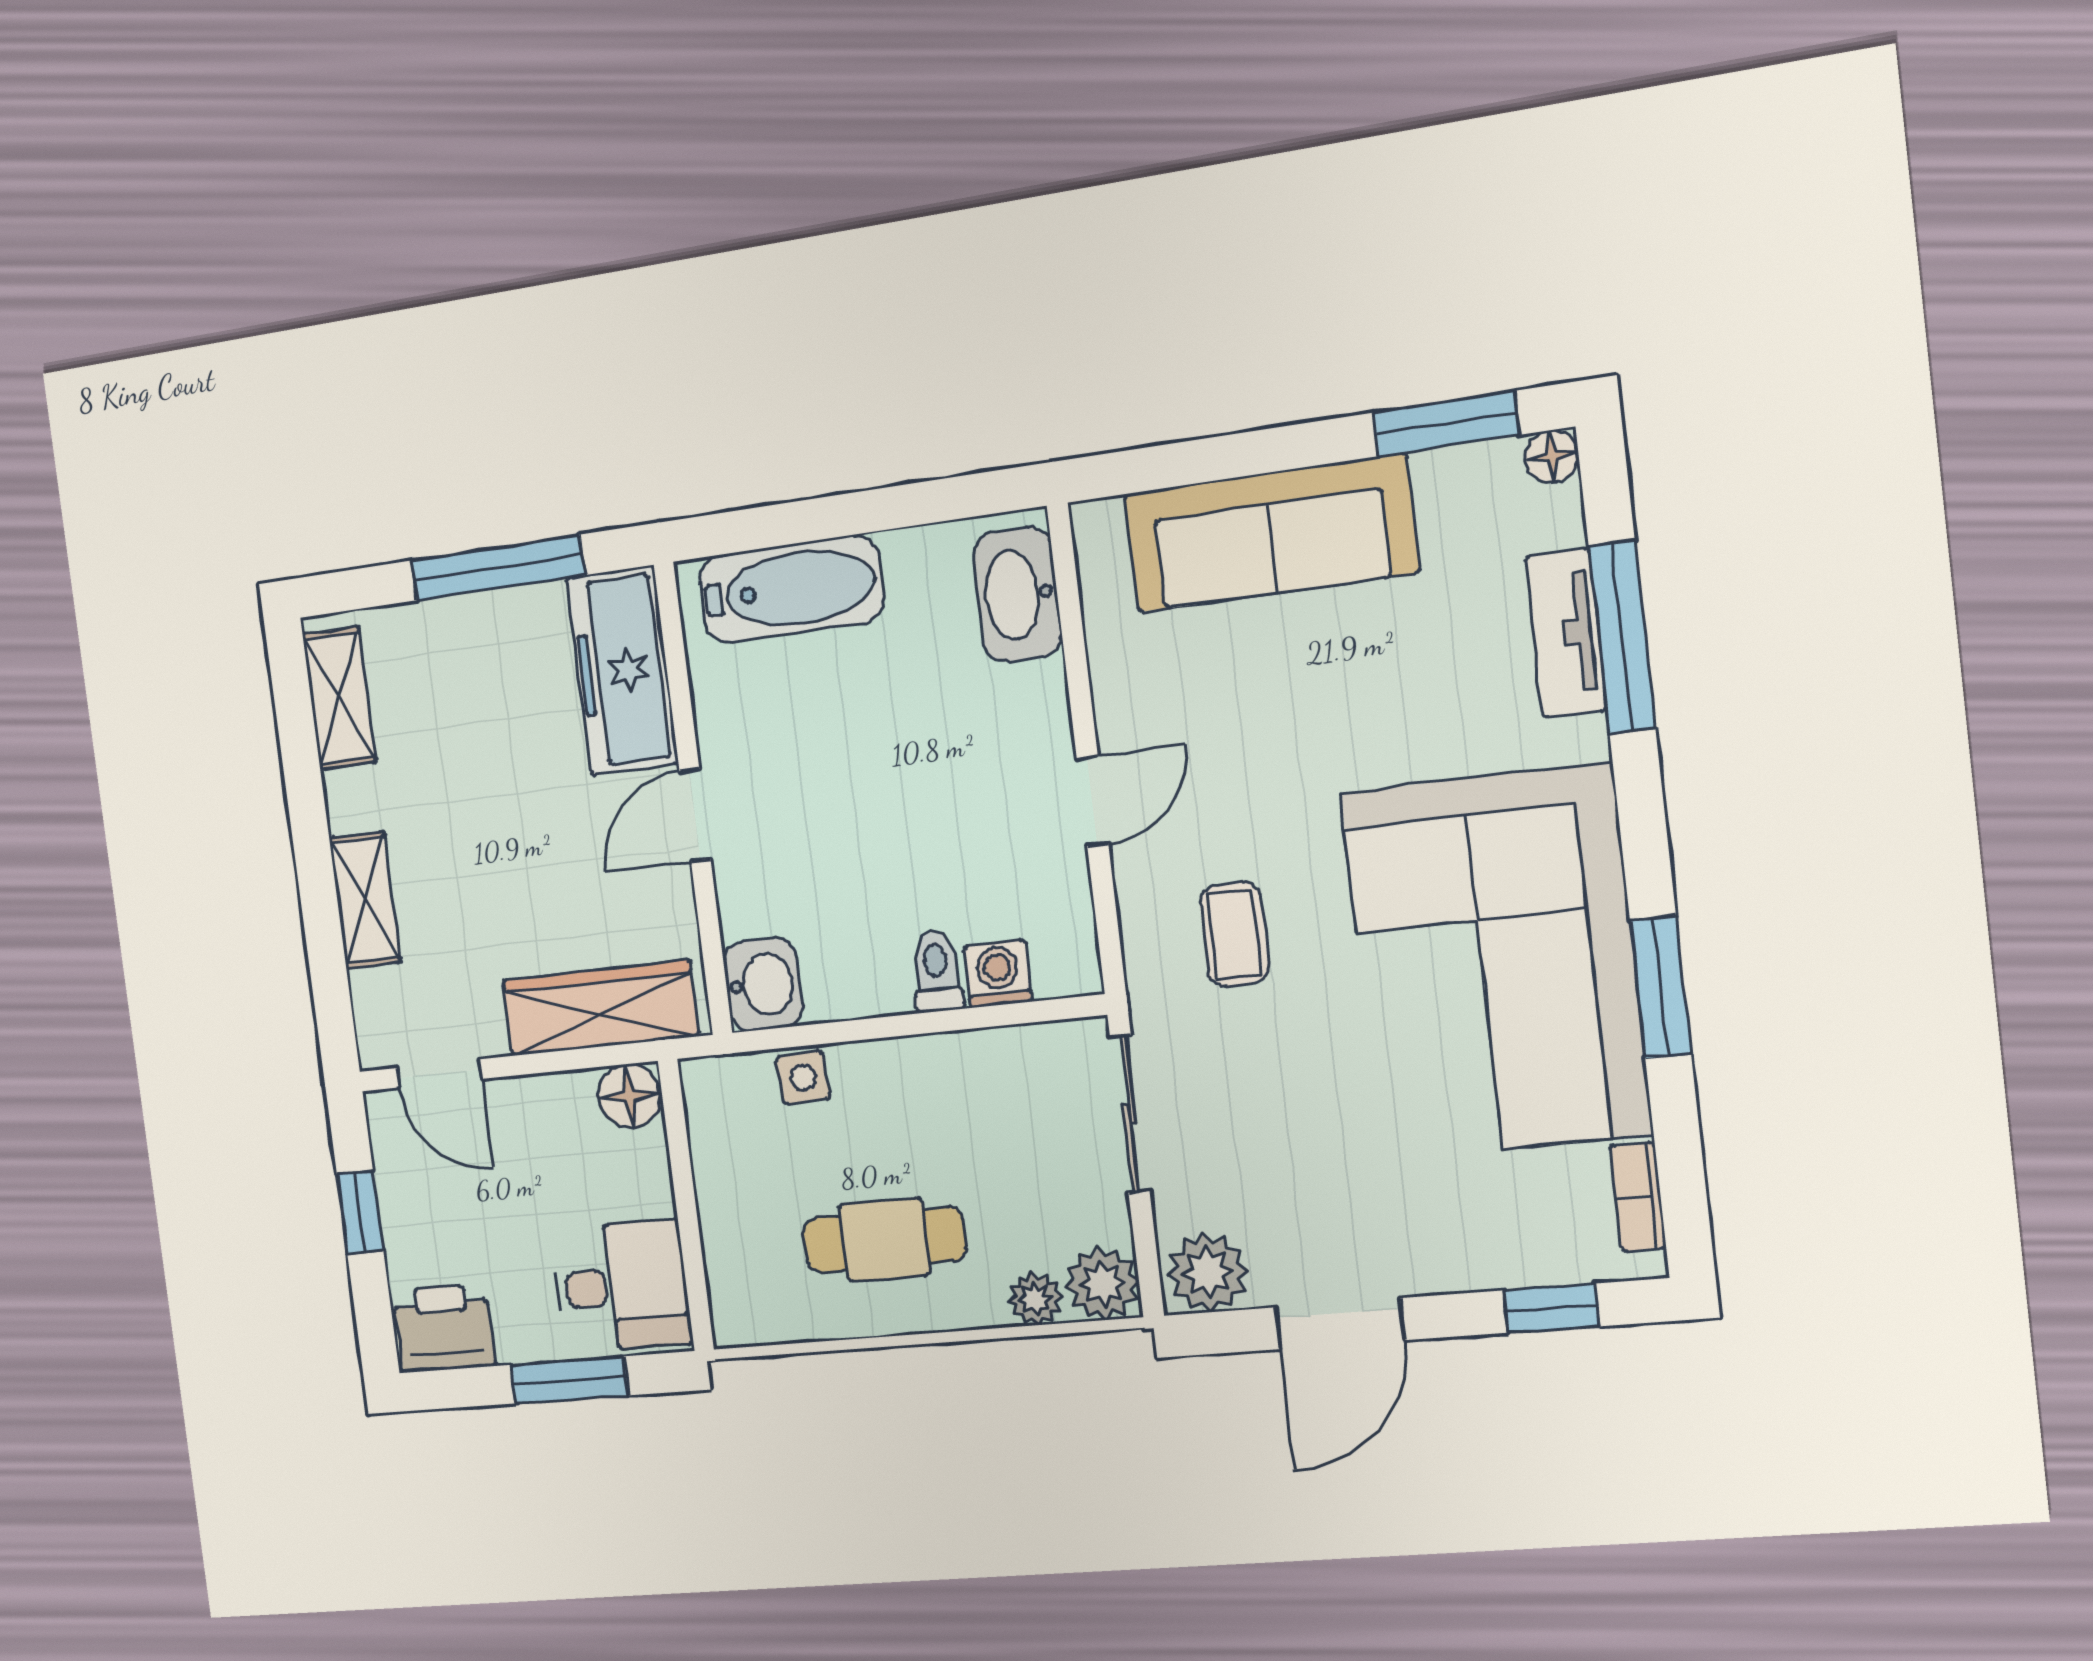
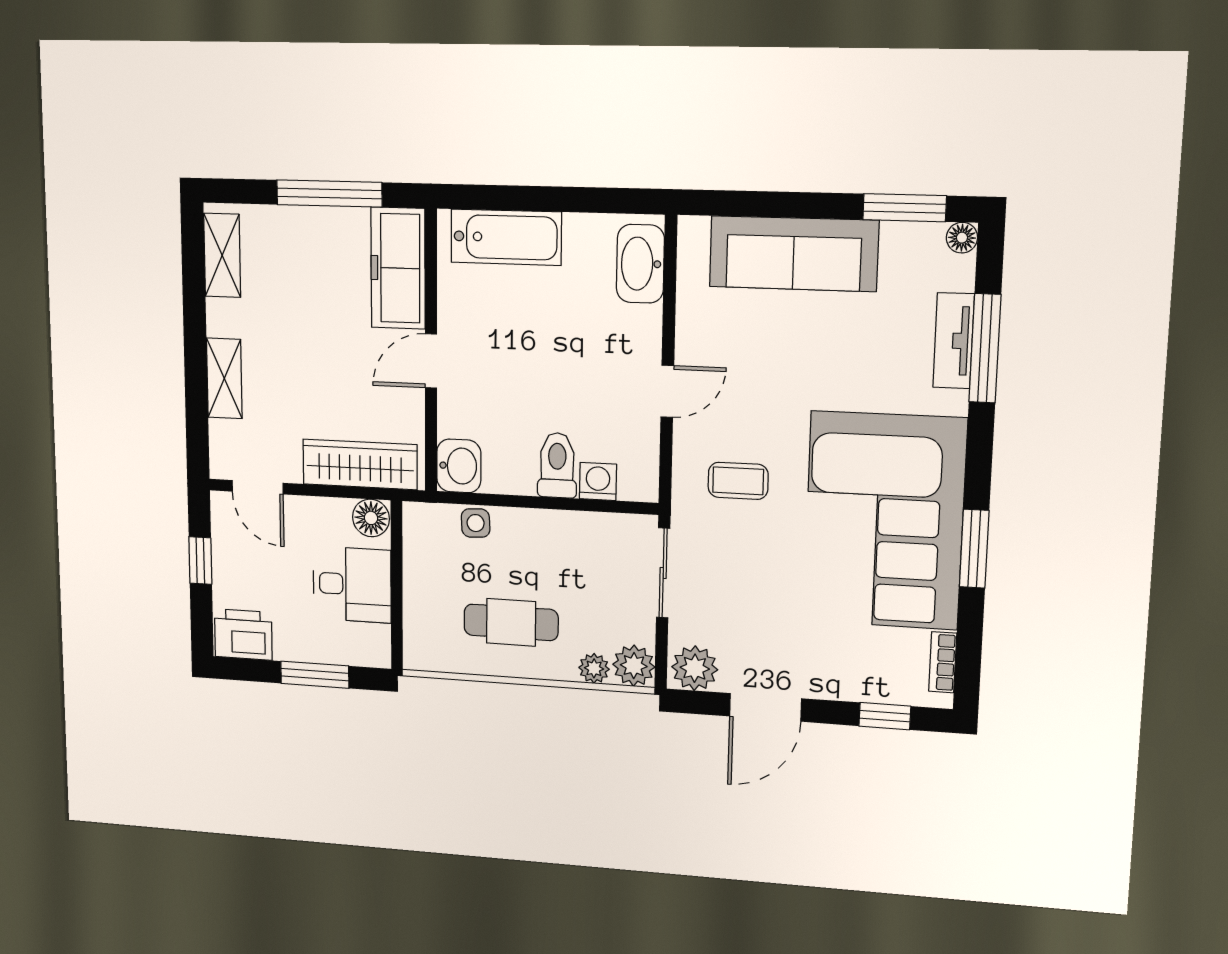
coffee table: (1234, 934) -> (738, 481), turned 90
toilet: (937, 971) -> (557, 465), width x1.37, depth x1.39
desk: (621, 1286) -> (352, 585), moved

